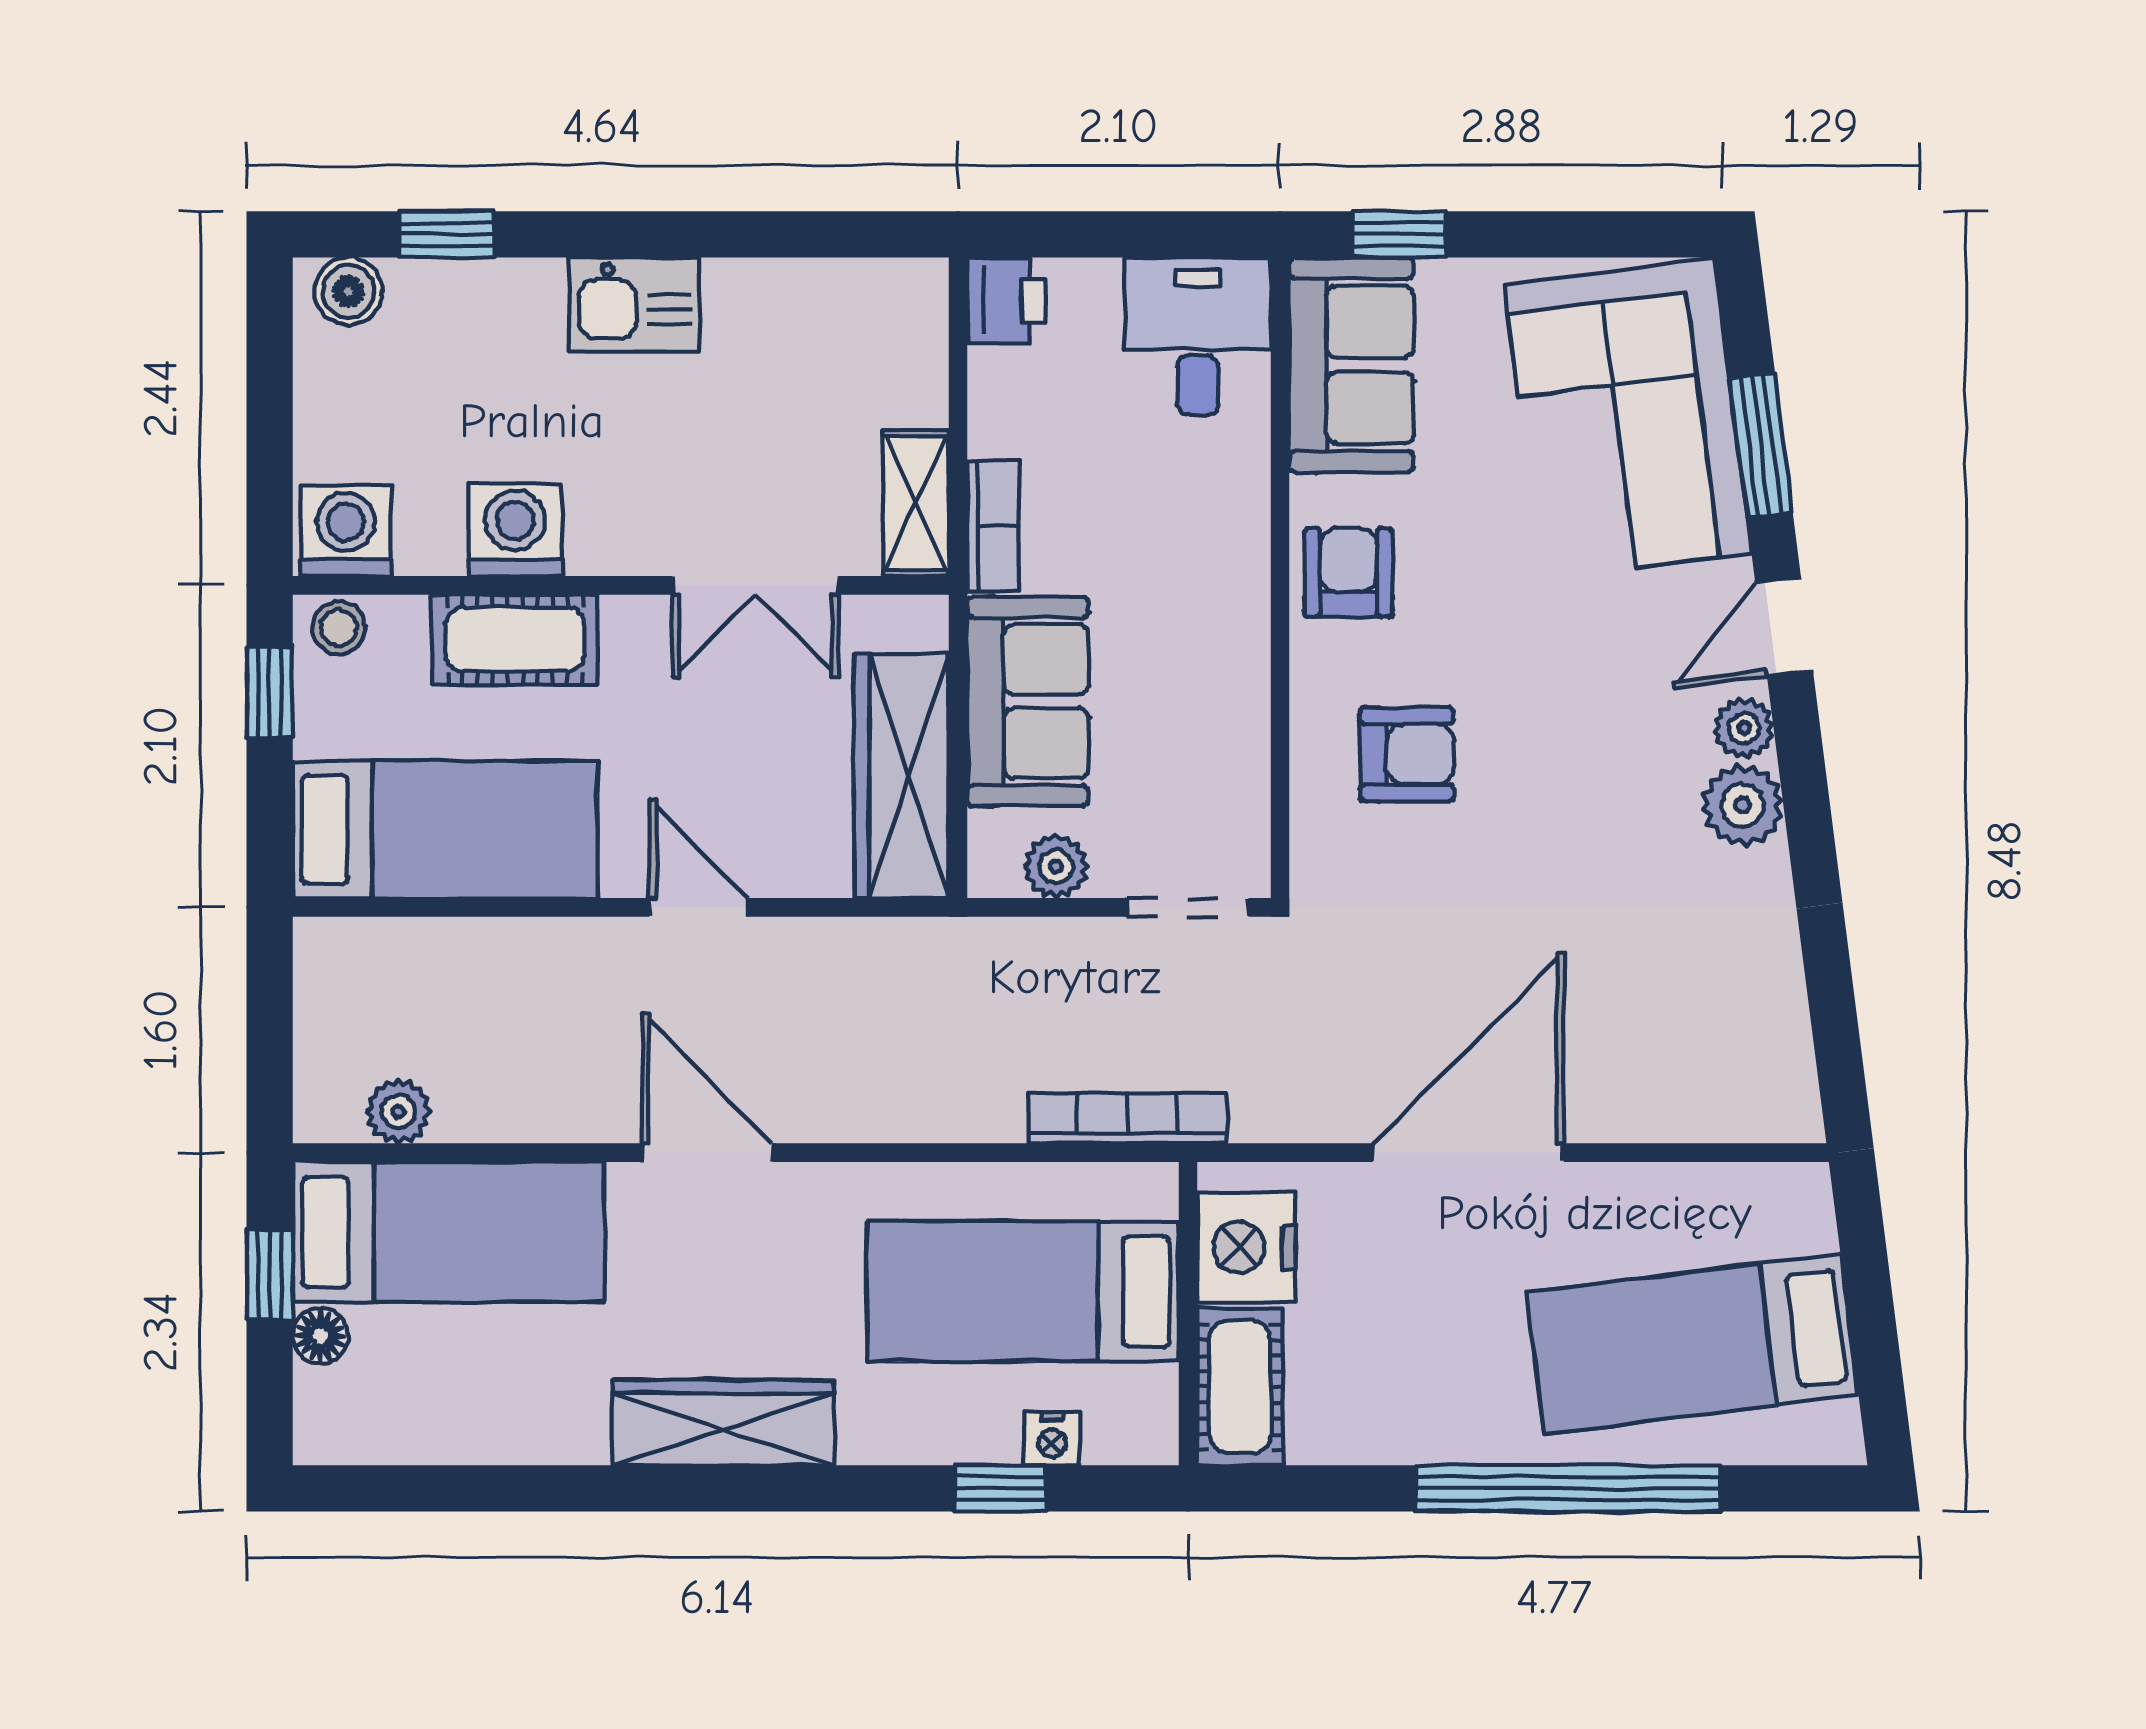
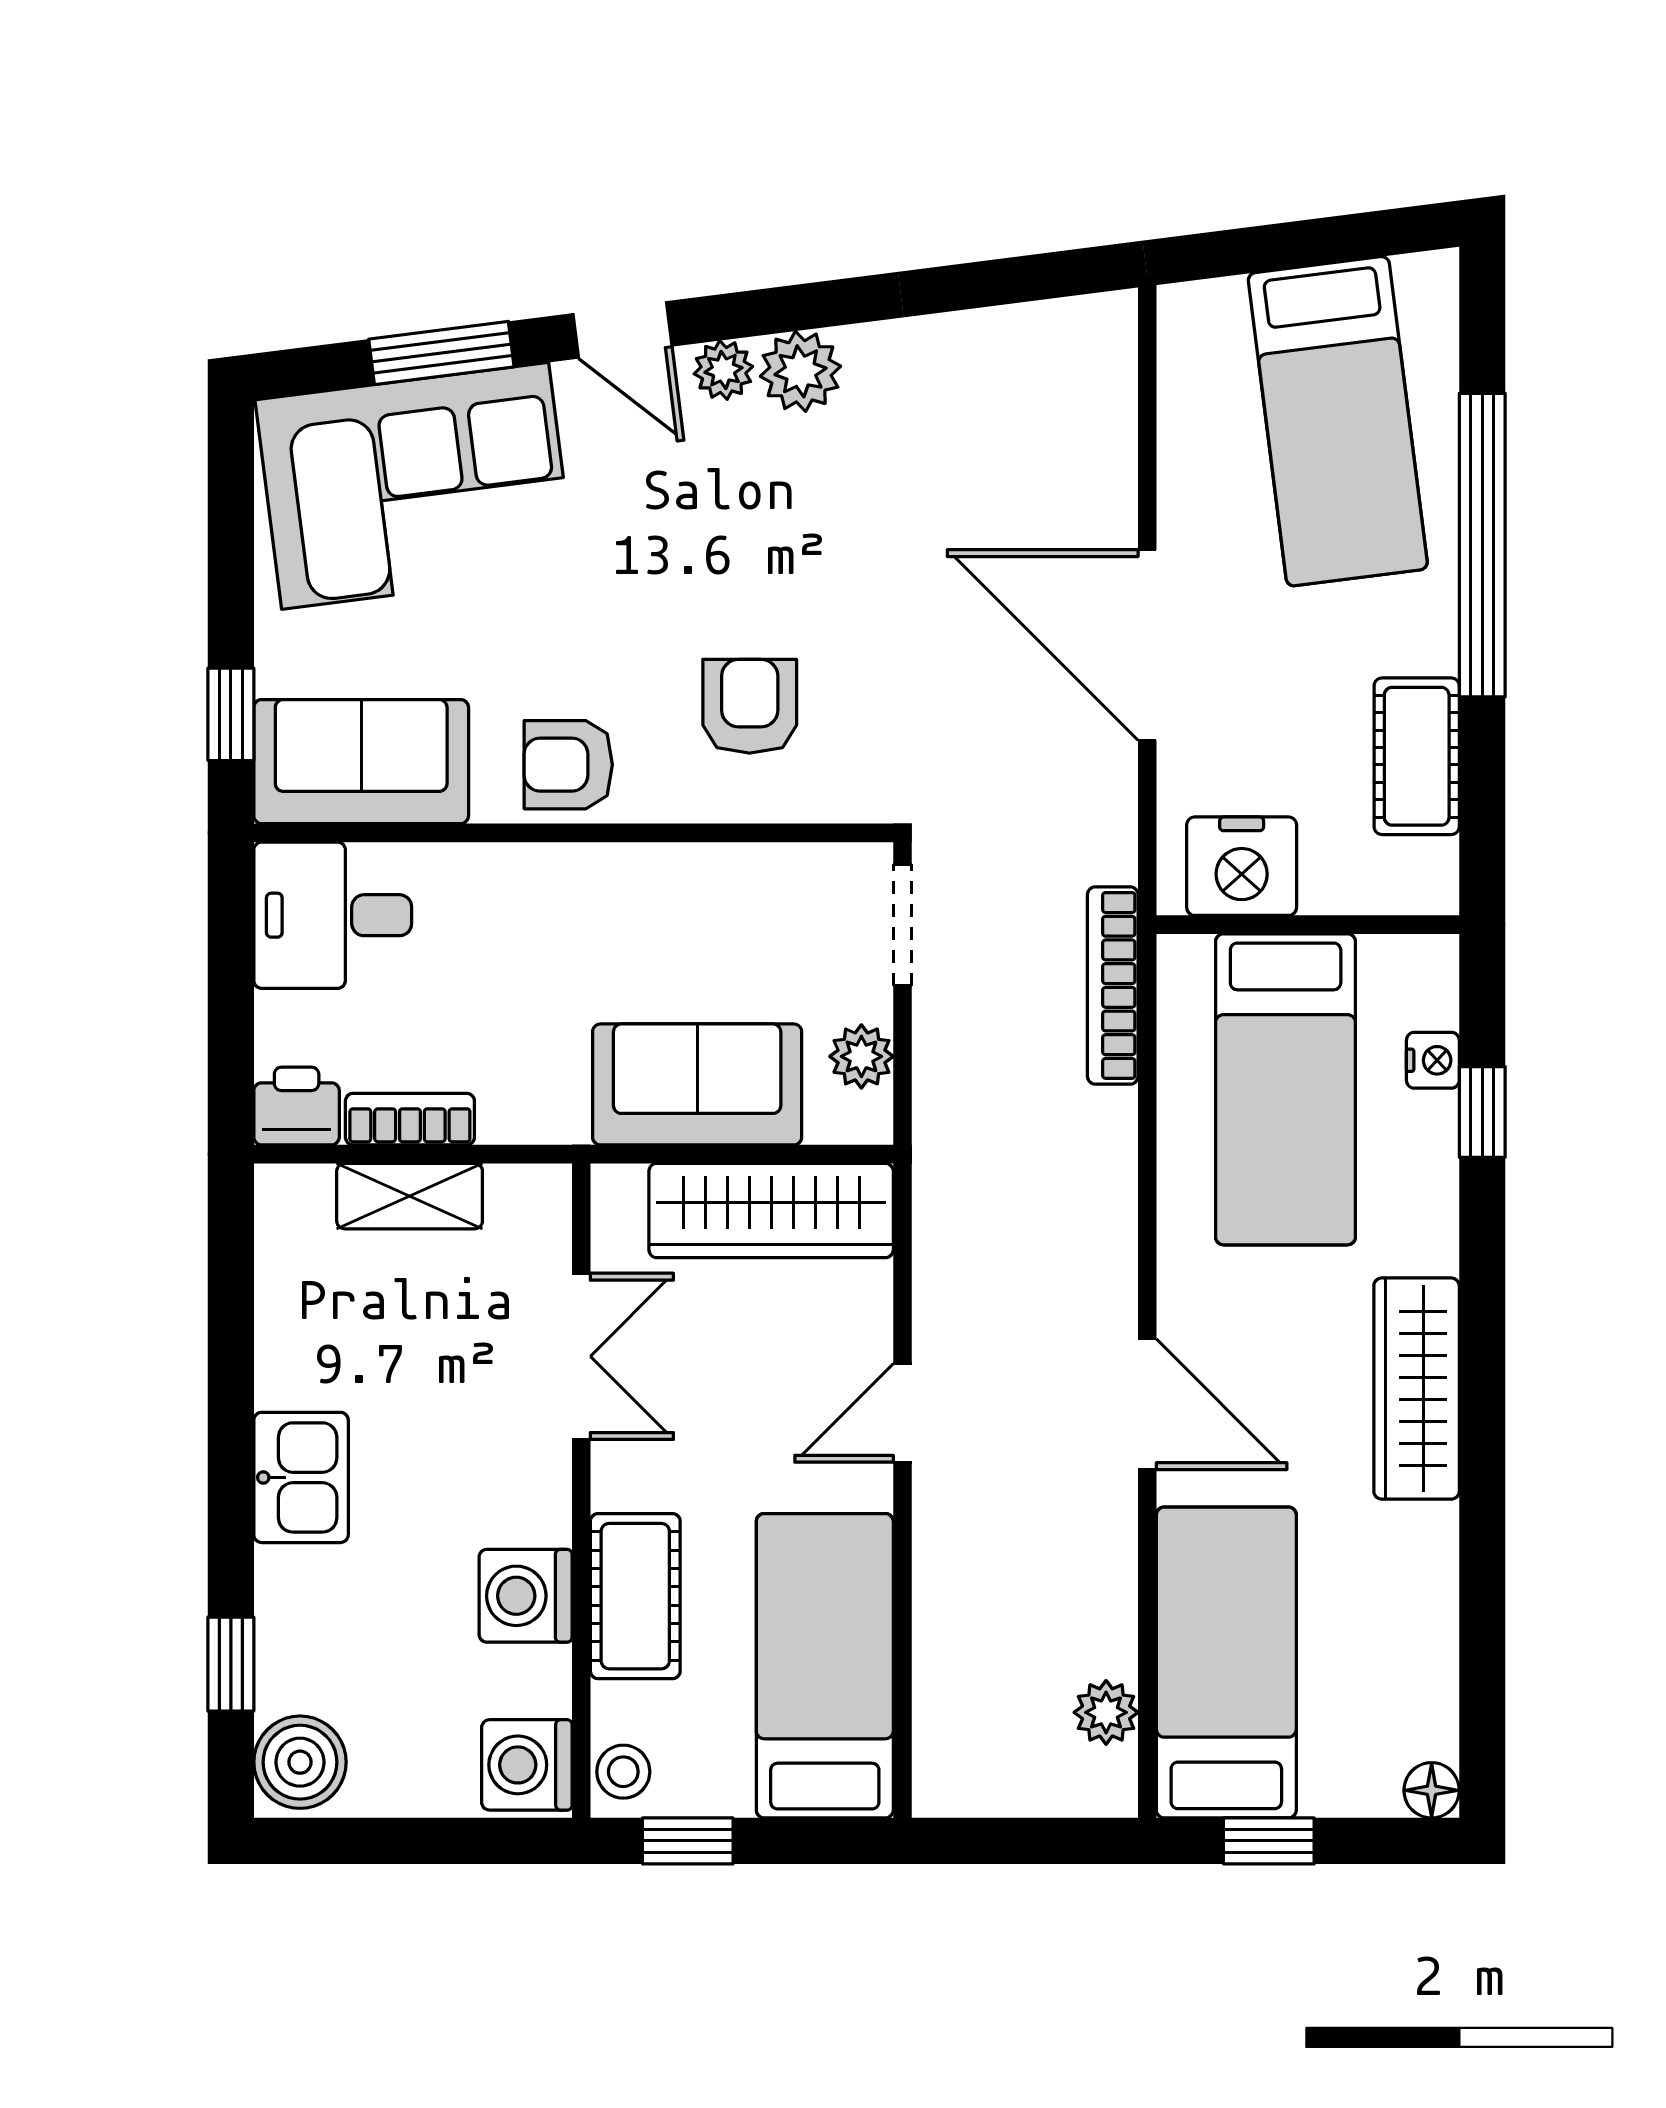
boiler: (349, 291) -> (300, 1762), width x1.36, depth x1.36
shelving: (916, 503) -> (410, 1196), moved
bookcase: (993, 526) -> (410, 1119), moved
door: (707, 1153) -> (1147, 1404), swing flipped
floor lamp: (320, 1336) -> (1432, 1790), moved
cot: (1240, 1387) -> (1417, 756), moved, turned 90

